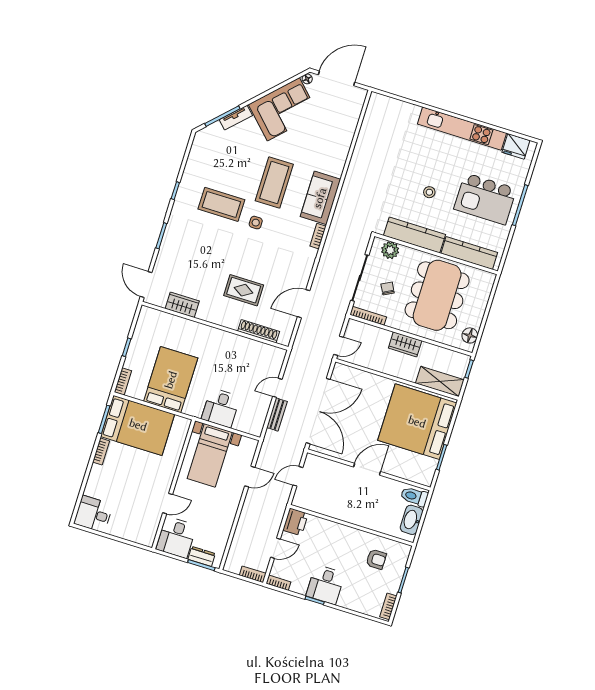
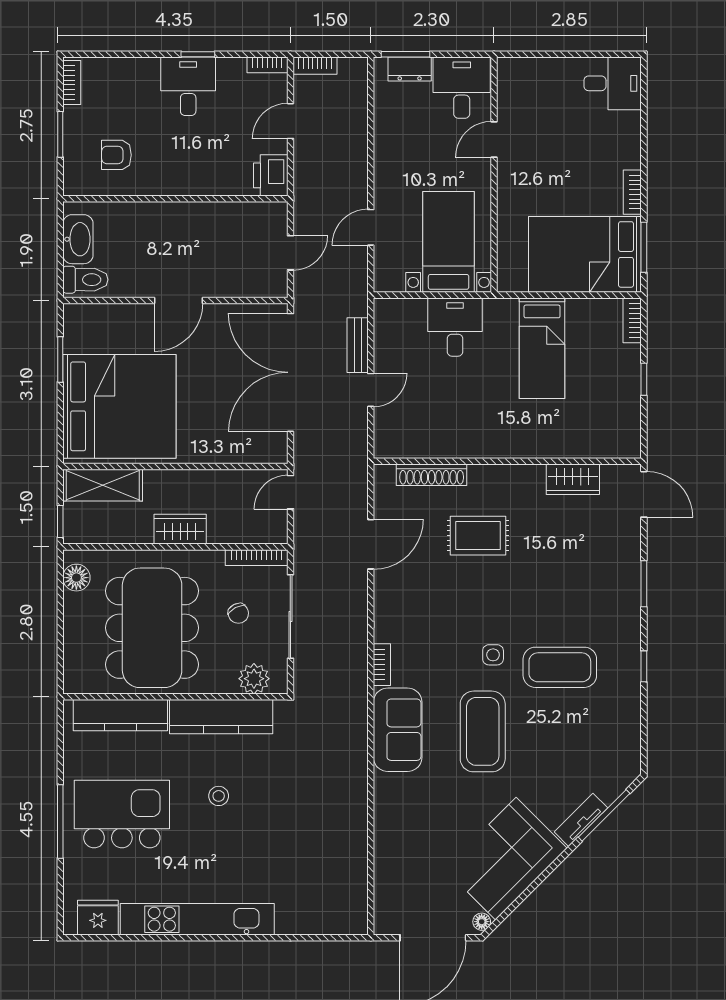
bed: (171, 380) -> (542, 348), width x0.67

